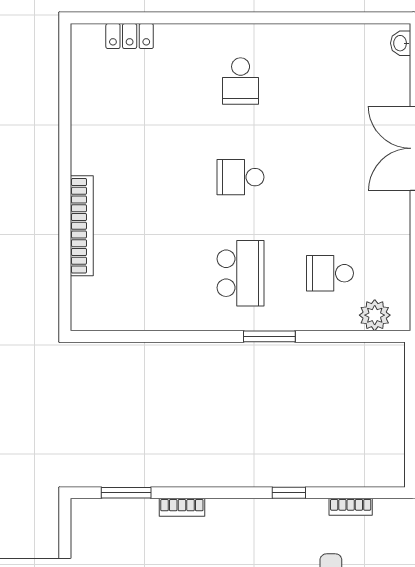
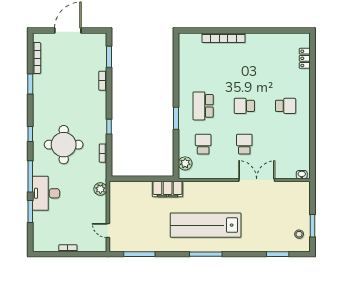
school desk: (241, 81) -> (286, 106), turned 180
school desk: (241, 177) -> (244, 106), turned -90
school desk: (330, 177) -> (244, 144), added
school desk: (241, 273) -> (203, 106), turned 90

